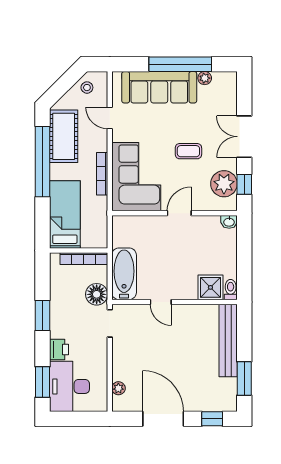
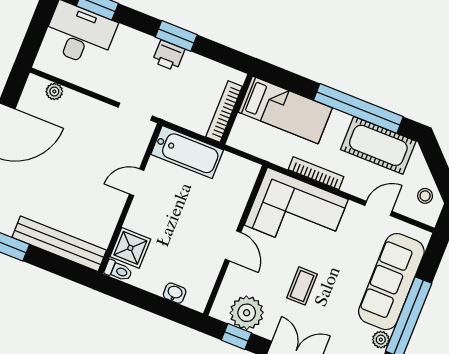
washbasin: (229, 222) -> (175, 293), moved, turned 90
floor lamp: (97, 294) -> (176, 110), removed
printer: (59, 349) -> (169, 55), moved

